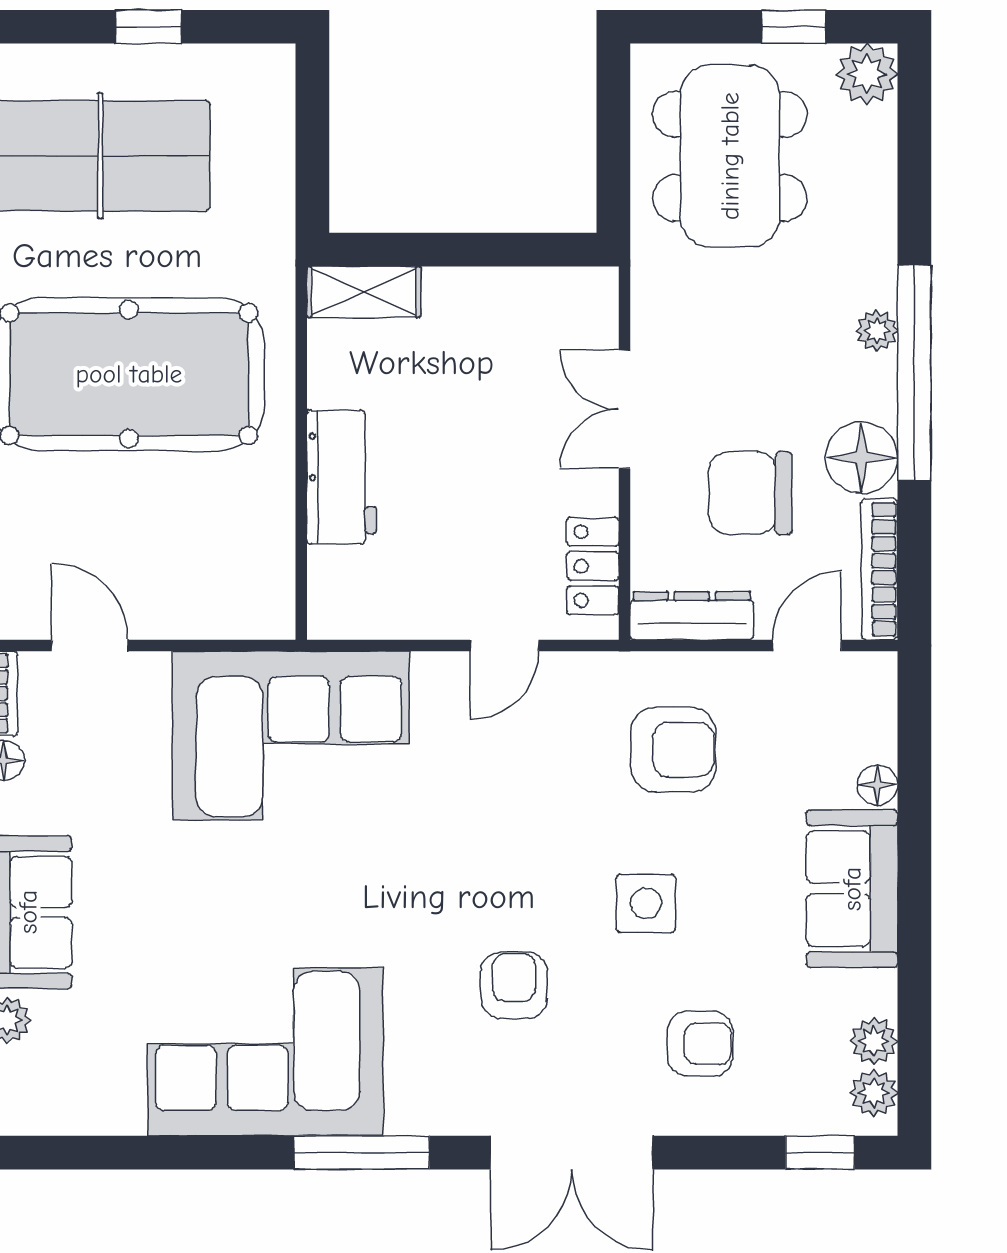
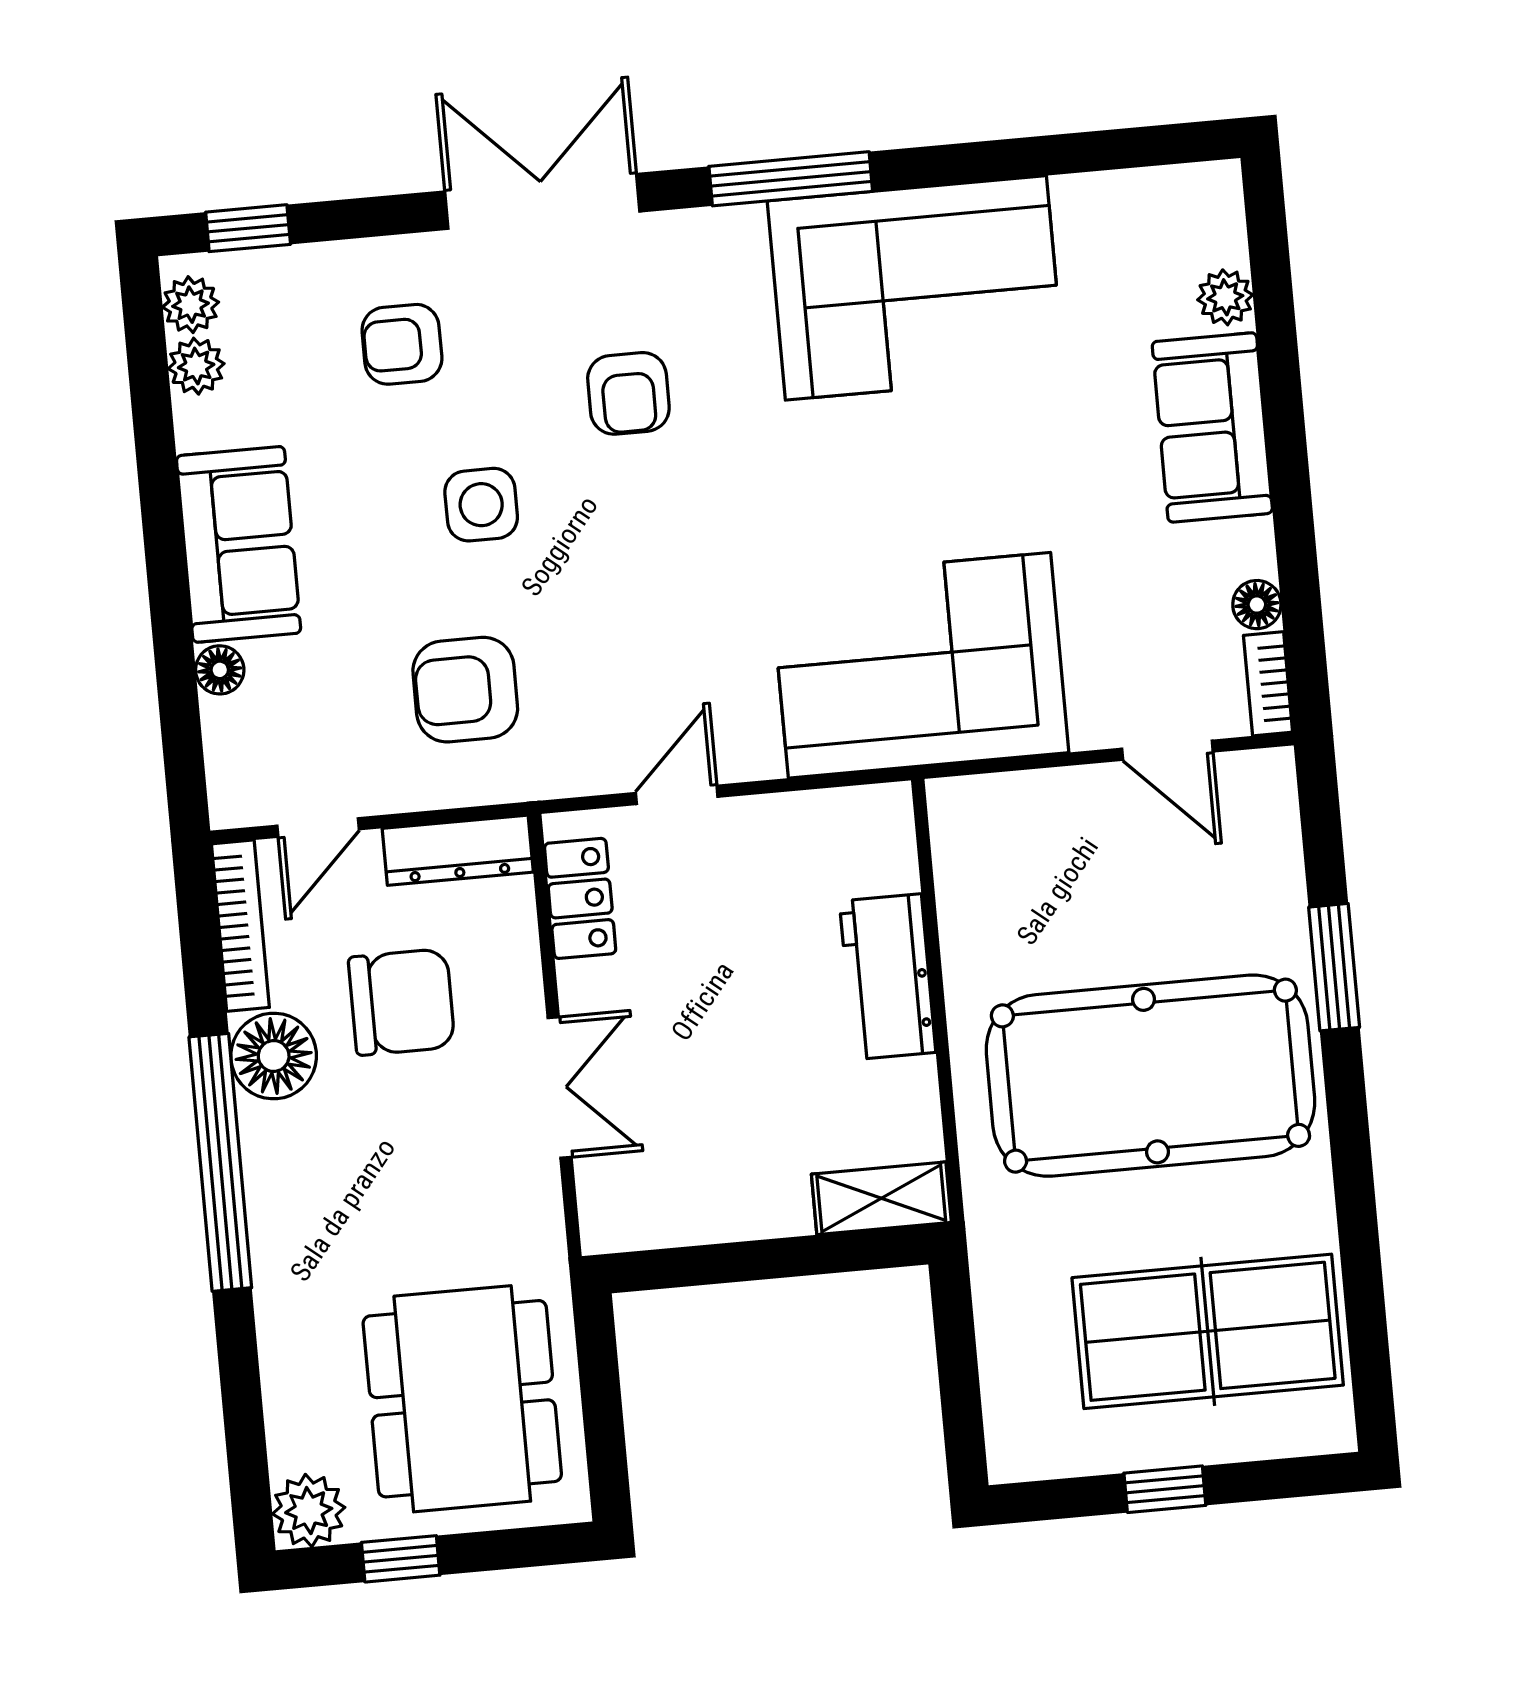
plant: (877, 331) -> (269, 1208), removed

